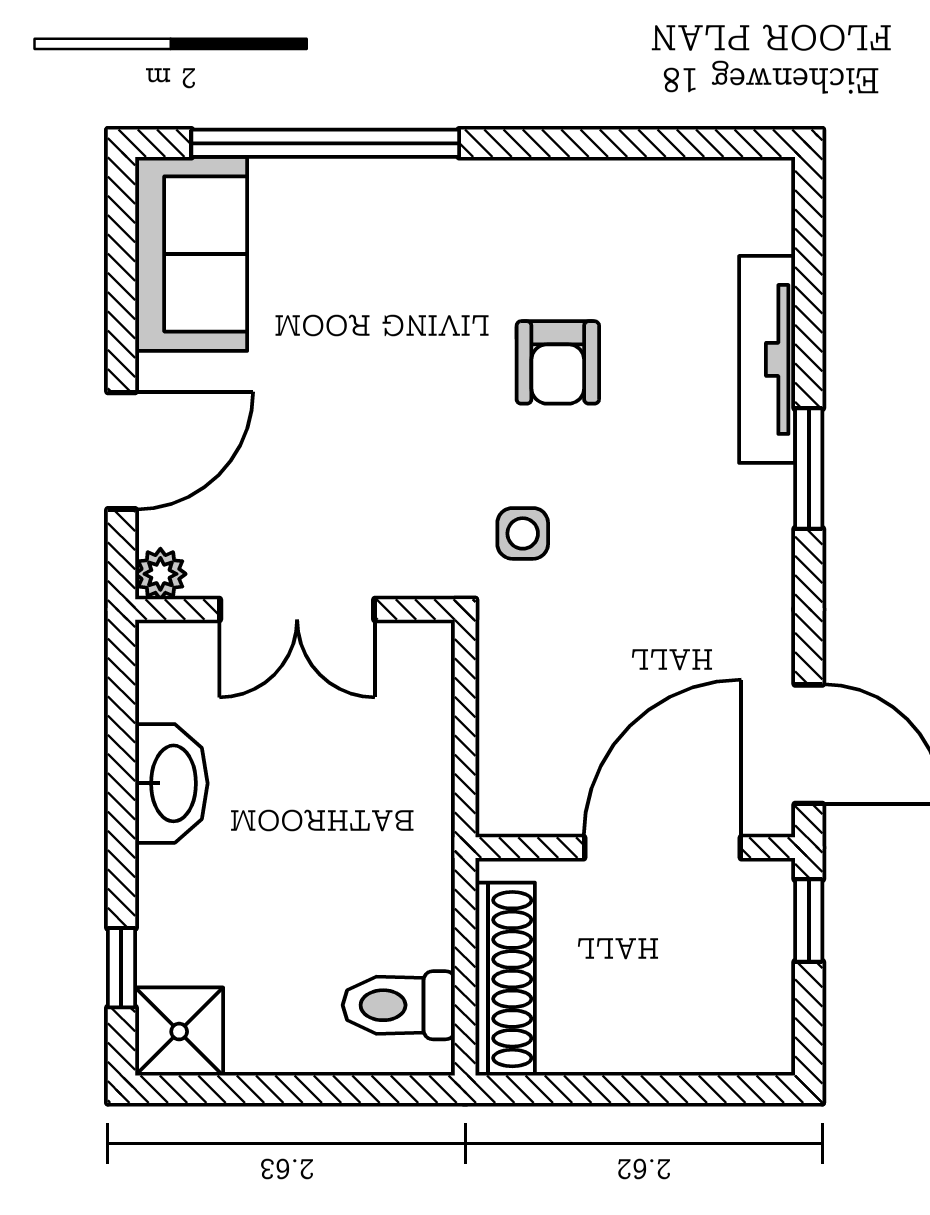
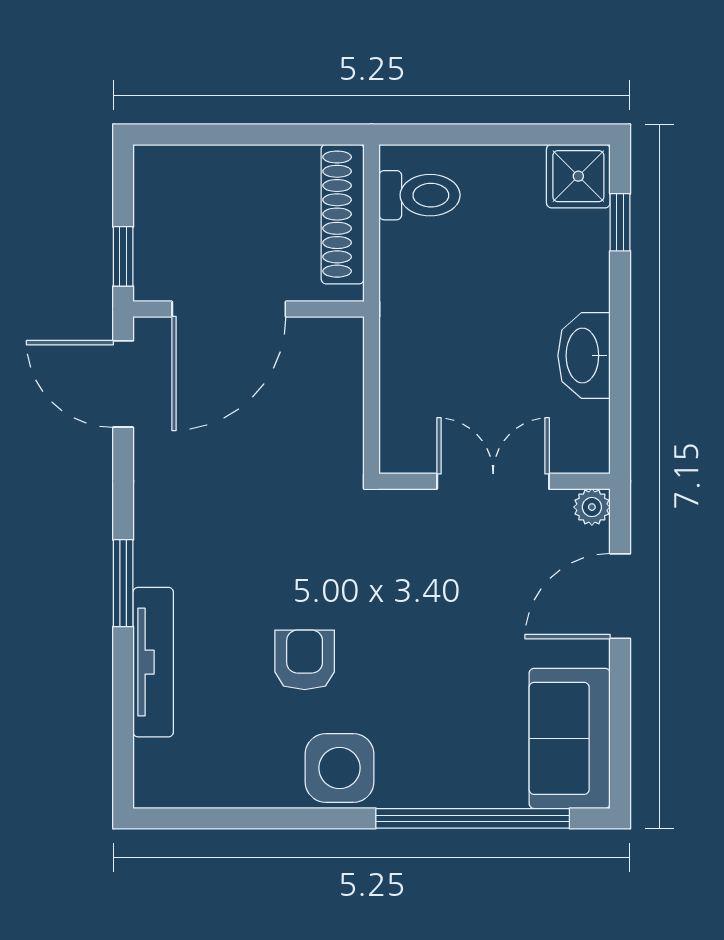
side table: (523, 533) -> (340, 768), moved, width x1.87, depth x1.87

